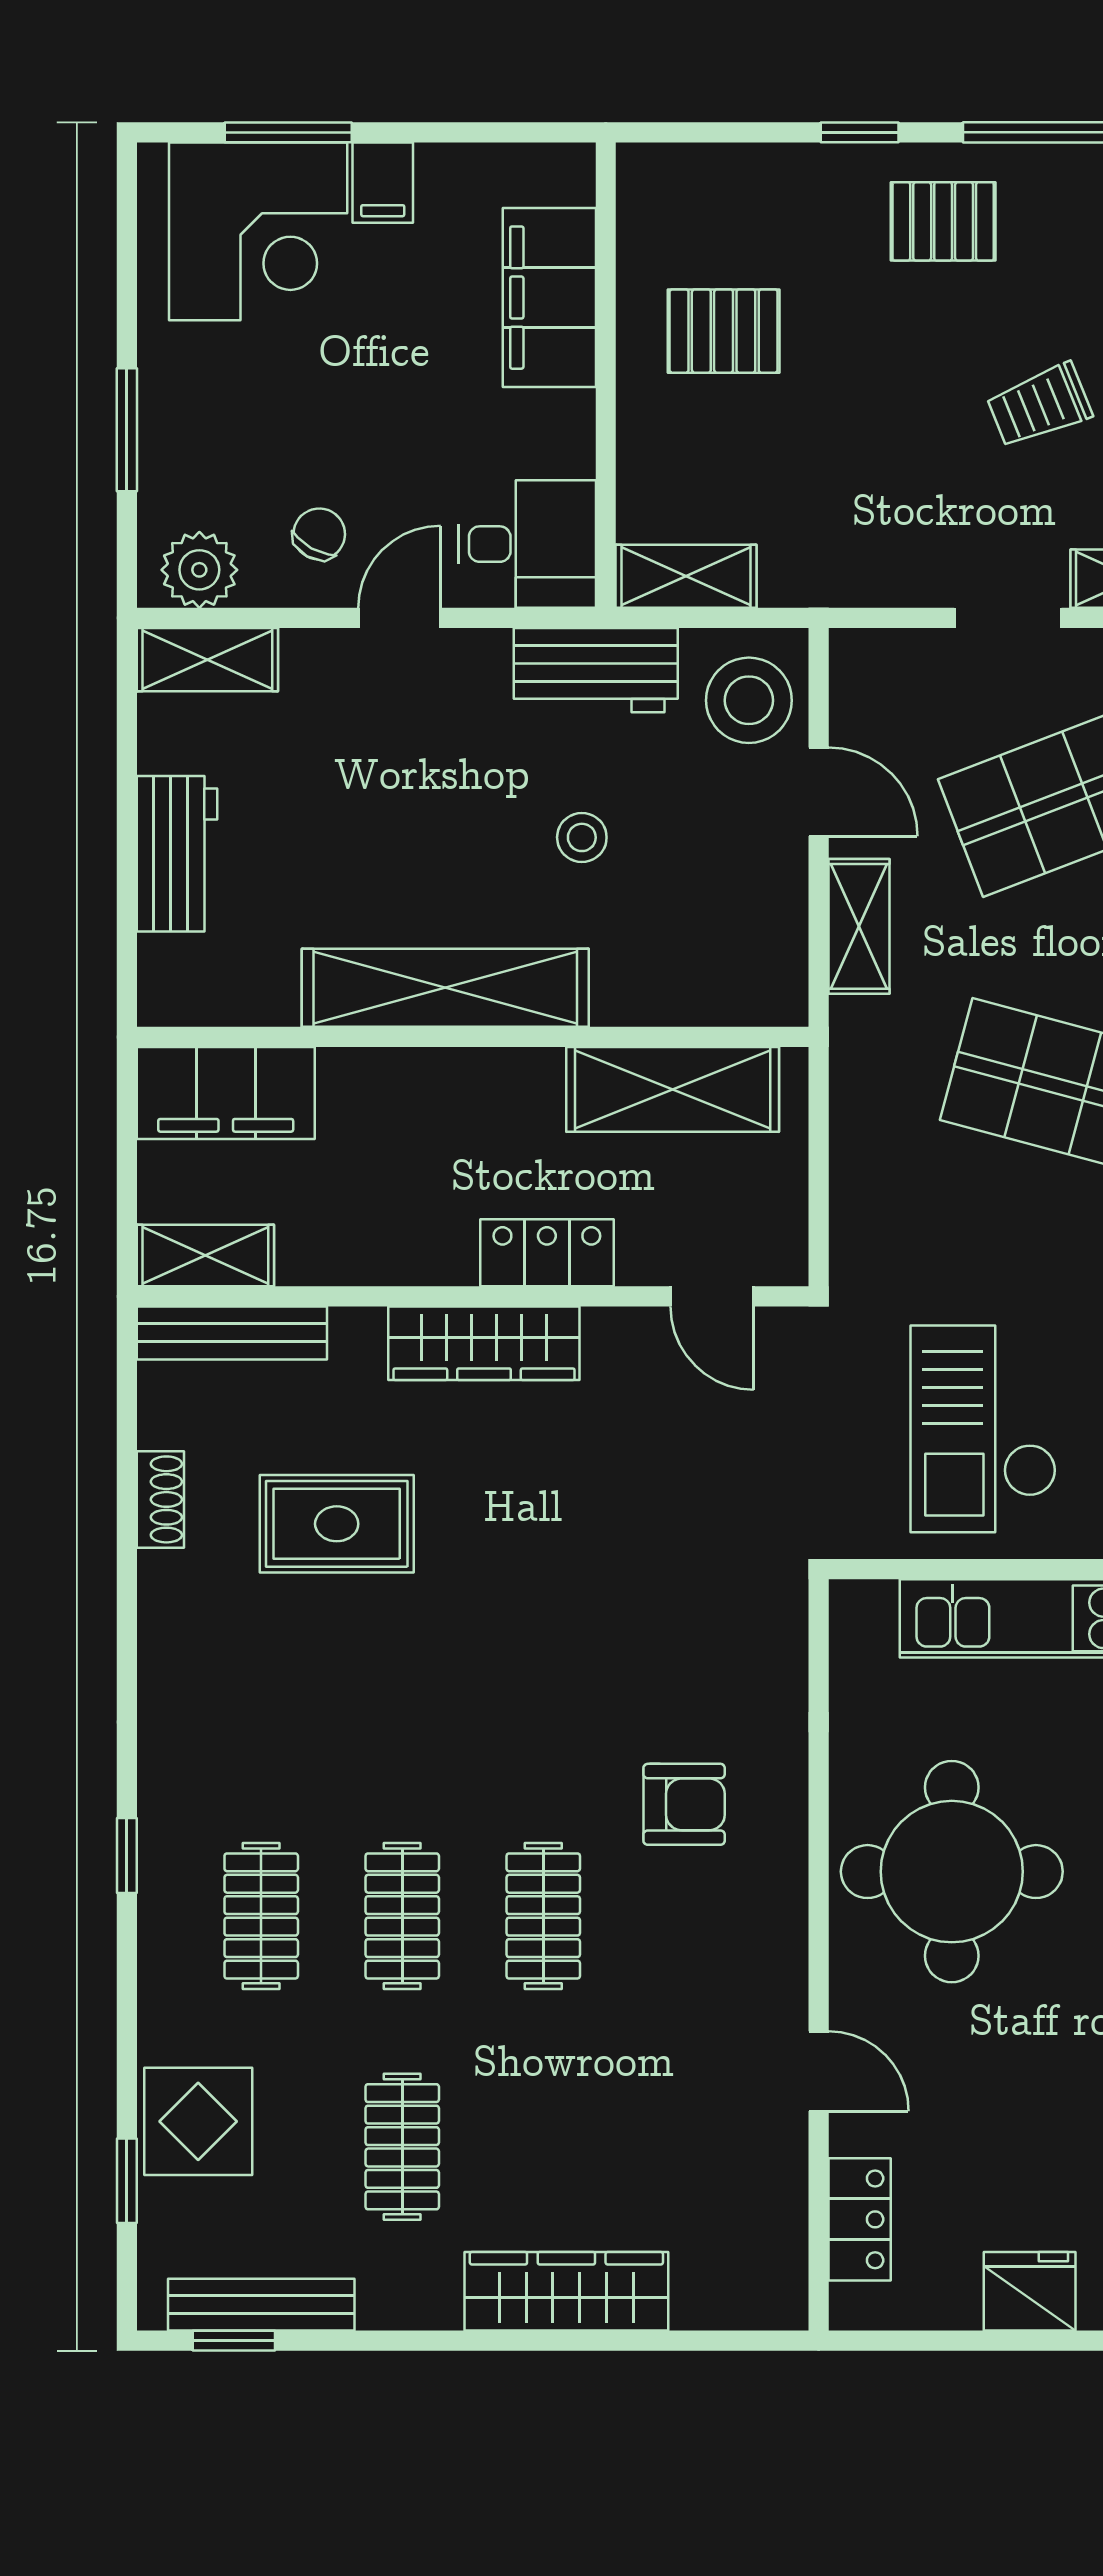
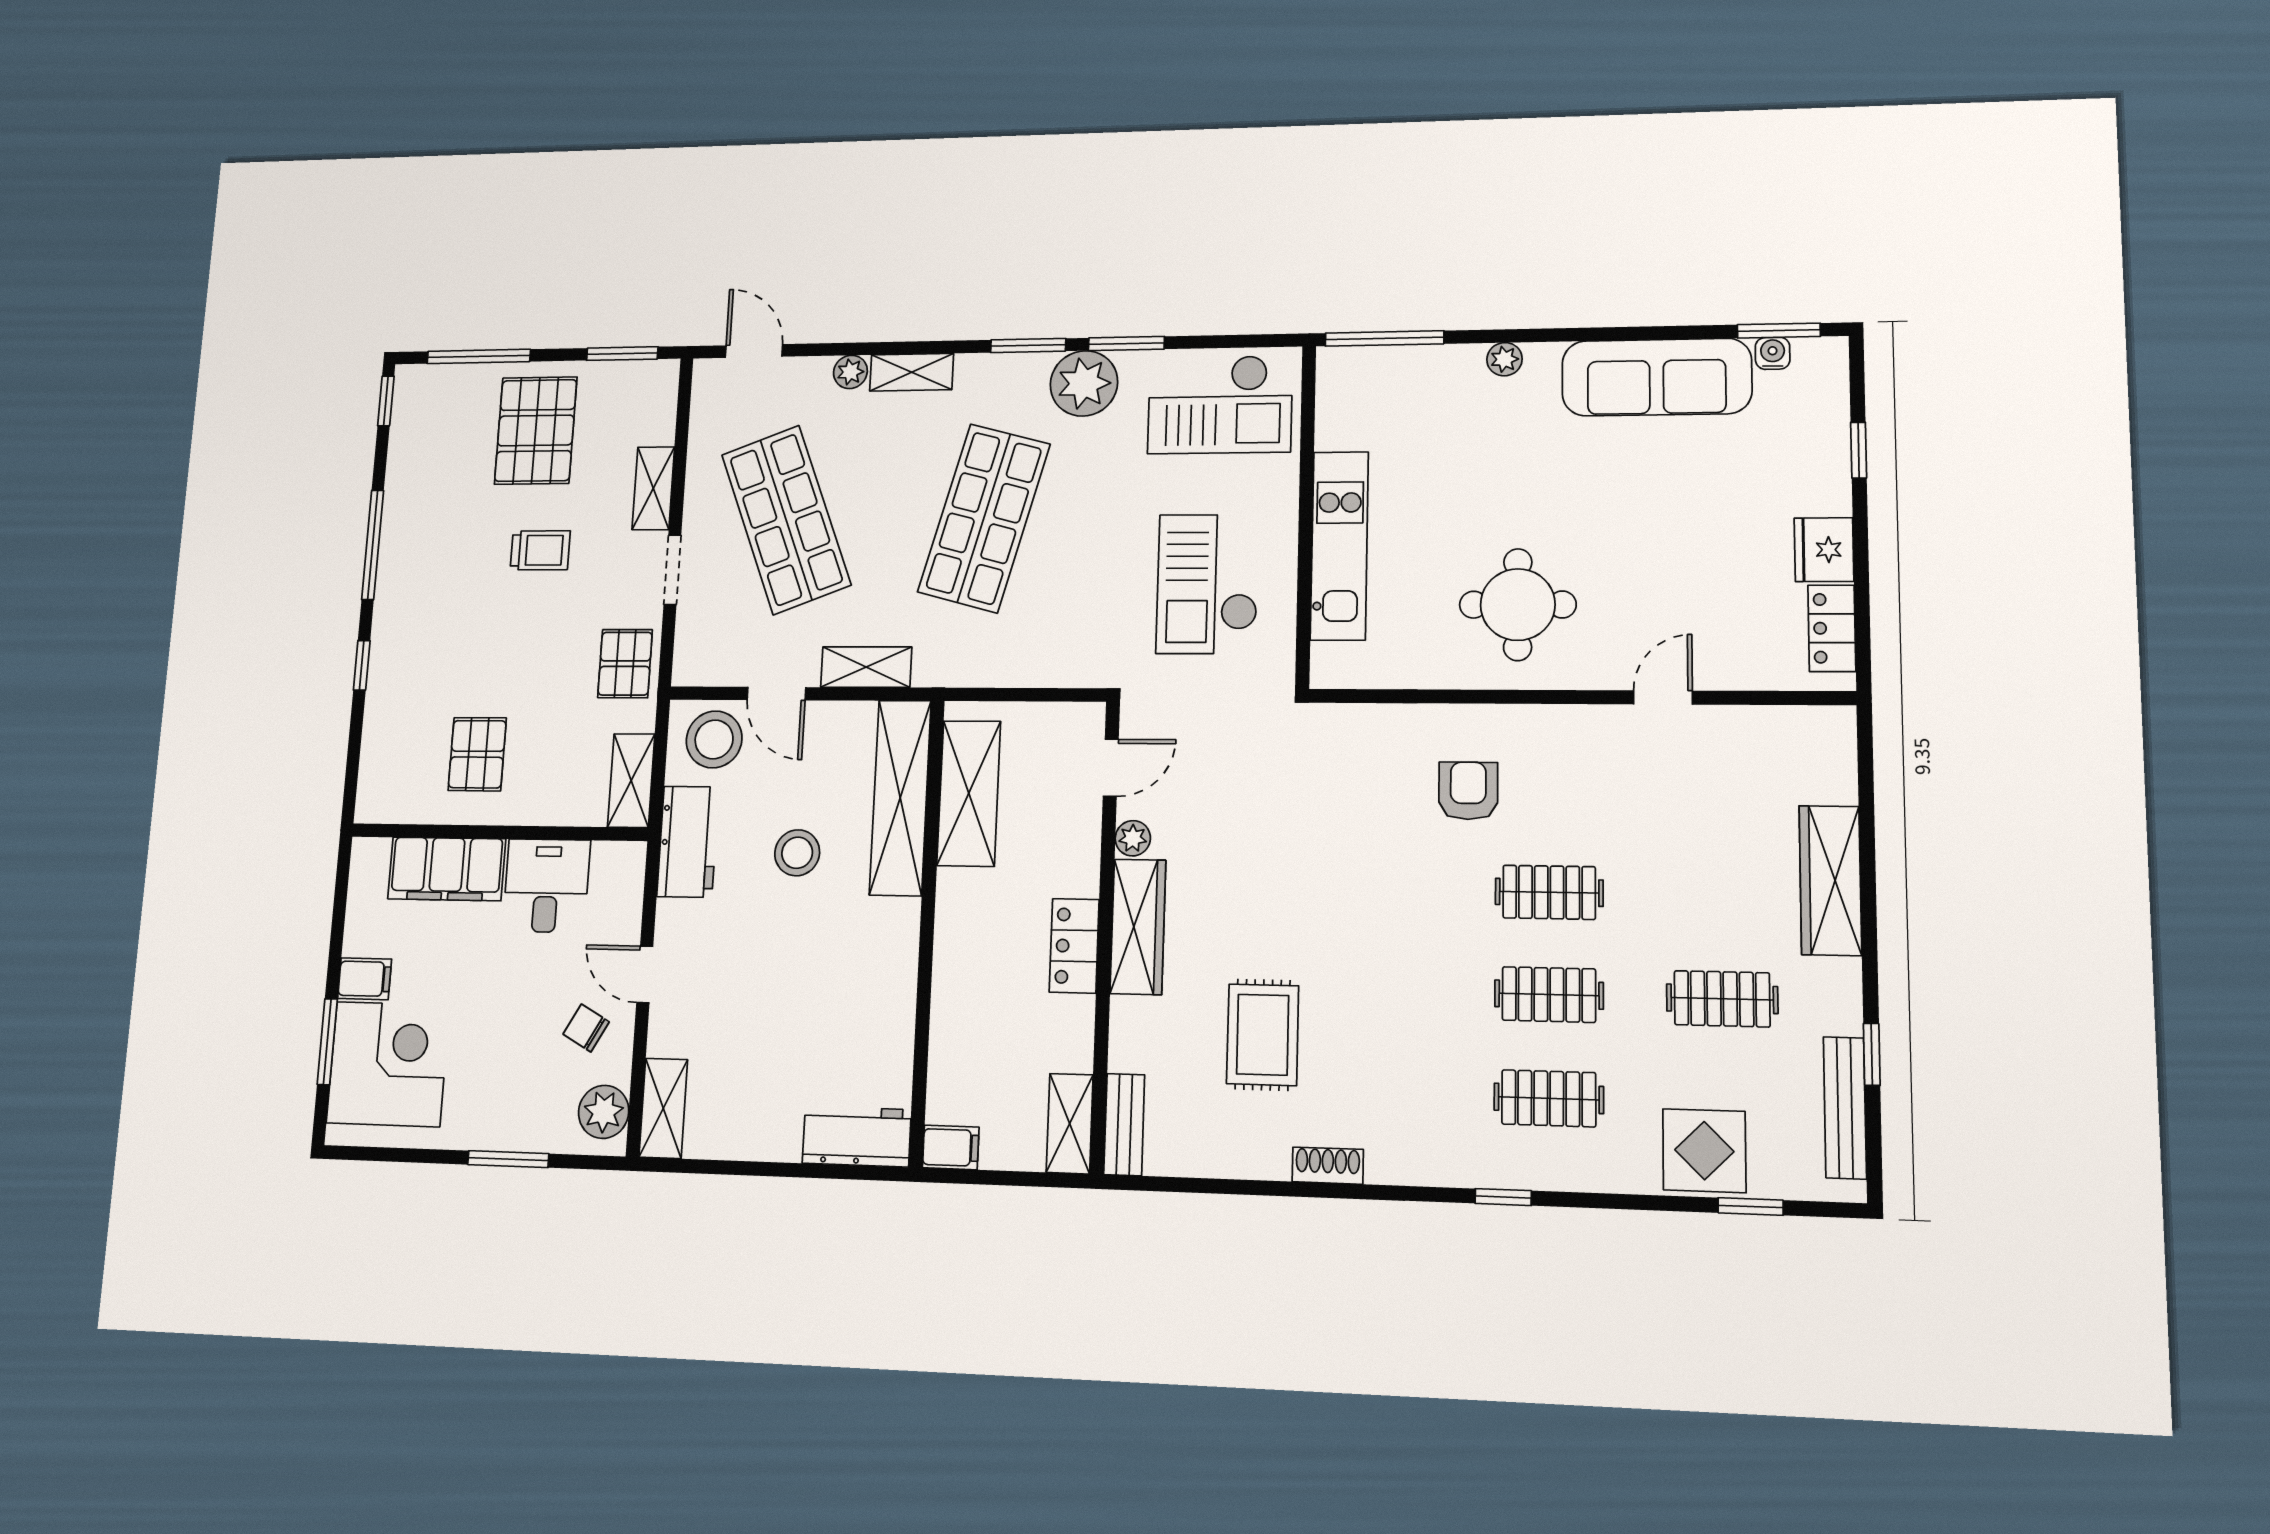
pallet: (943, 221) -> (625, 664), moved
trolley: (1039, 405) -> (540, 550), turned -68
desk: (527, 544) -> (546, 886), moved
door: (819, 792) -> (776, 694), swing flipped
stool: (582, 837) -> (797, 853), width x1.37, depth x1.37
workbench: (177, 854) -> (857, 1136), moved
shelving: (445, 988) -> (900, 797), moved
filing cabinet: (226, 1093) -> (951, 1147), width x0.33, depth x0.86
locker: (547, 1253) -> (1074, 946), moved
plant: (610, 1332) -> (1133, 838), added
bench: (232, 1333) -> (1124, 1125), width x0.73
checkout: (983, 1429) -> (1207, 584), turned 90
shoe rack: (160, 1499) -> (1328, 1166), moved
round table: (952, 1872) -> (1518, 605), width x0.73, depth x0.73
locker: (860, 2219) -> (1832, 628), moved, turned -90
window: (234, 2341) -> (1872, 1054), moved

